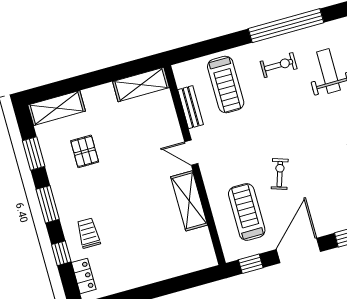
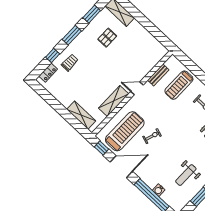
shelving: (141, 85) -> (81, 115), moved
door: (191, 153) -> (137, 88), hinge flipped
treadmill: (247, 212) -> (125, 131), width x1.37, depth x1.38

